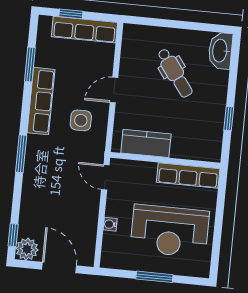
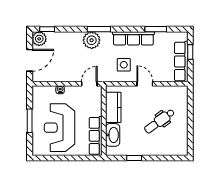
washbasin: (220, 51) -> (113, 135), moved, turned 90
plant: (37, 167) -> (92, 40), added

